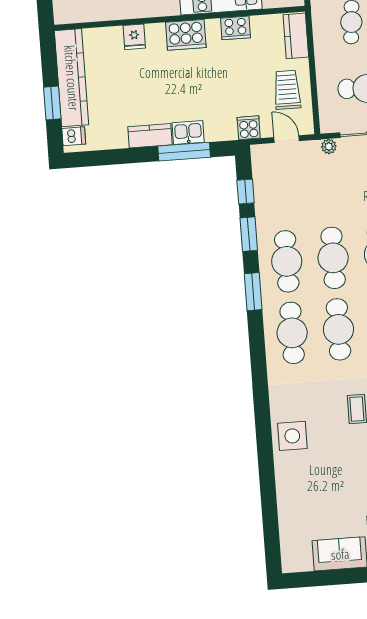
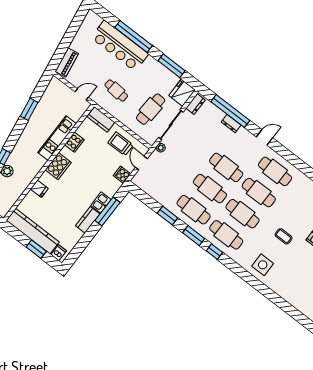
door: (287, 139) -> (141, 163), hinge flipped
window: (246, 192) -> (214, 252), moved
side table: (292, 436) -> (263, 265), moved

